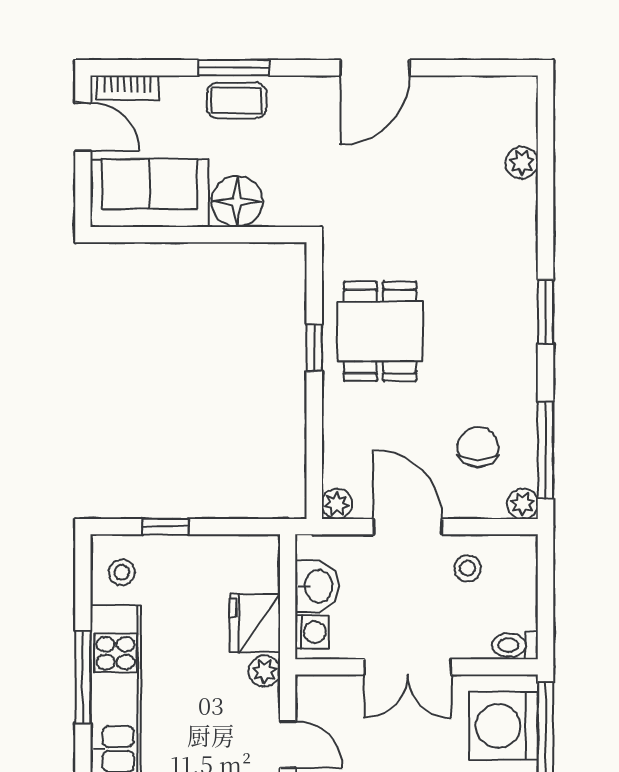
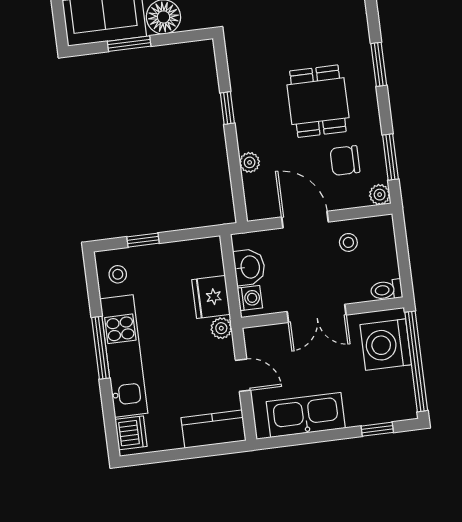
window: (181, 235) -> (129, 44), added
dining table: (380, 331) -> (318, 101), moved
chair: (478, 447) -> (345, 161), turned -90
window: (545, 450) -> (390, 157), width x0.69
plant: (337, 504) -> (250, 162), moved

